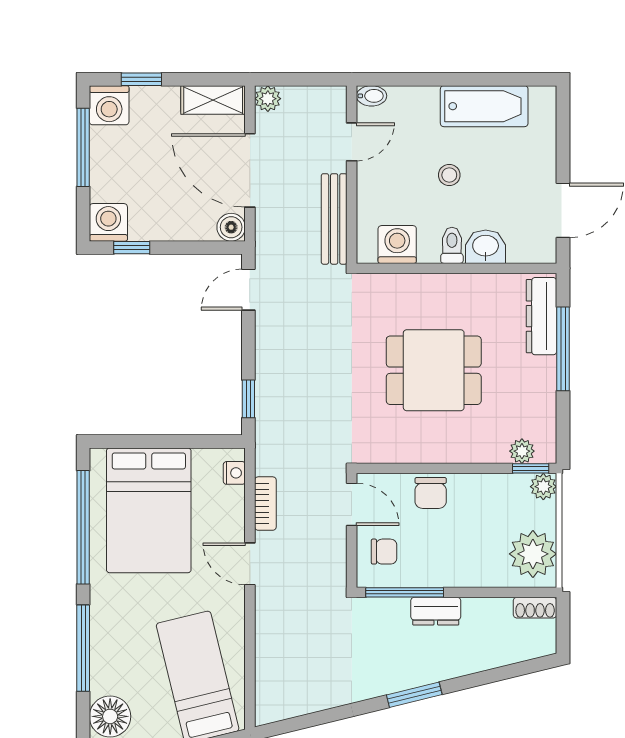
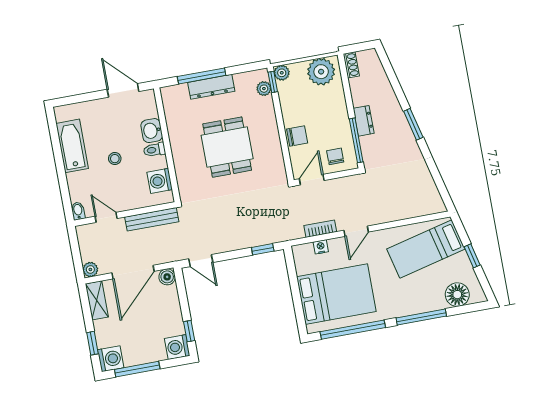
dresser: (541, 316) -> (211, 87), moved
nightstand: (234, 473) -> (321, 247), moved

